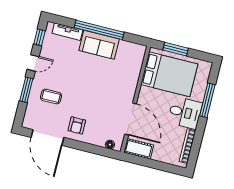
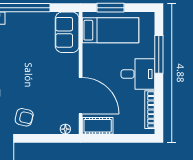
sofa: (99, 45) -> (67, 32), moved, turned 90
bed: (169, 74) -> (111, 30), width x0.67
armchair: (77, 125) -> (24, 117), turned -77

